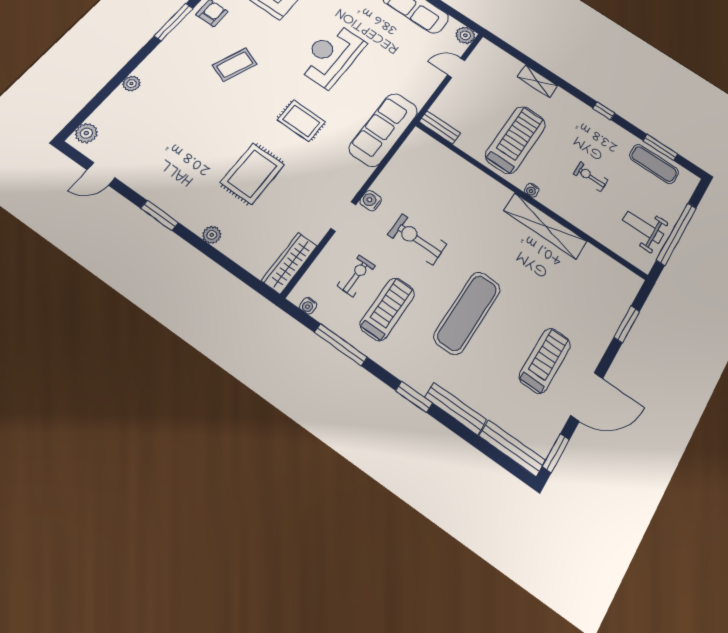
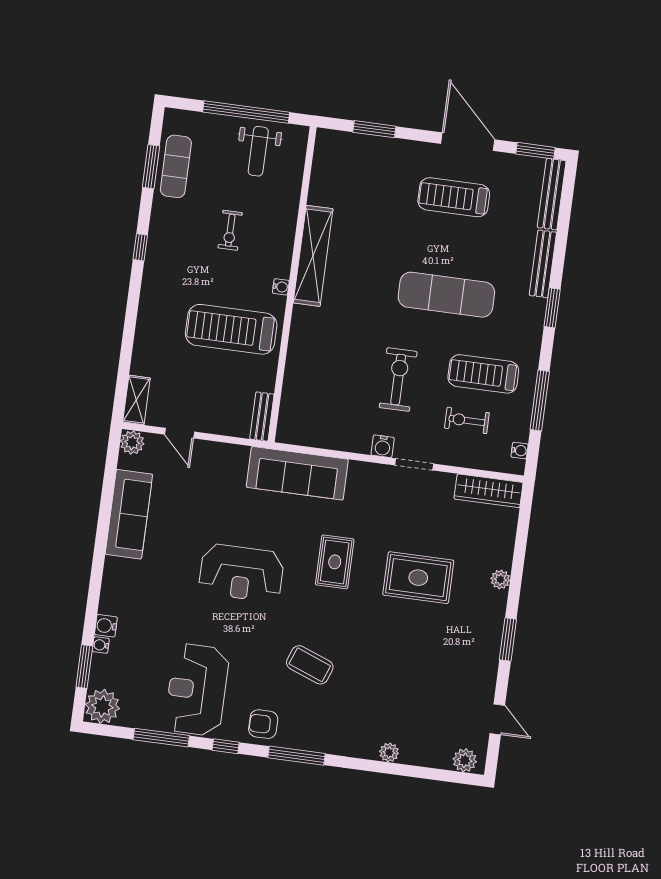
shelving: (538, 81) -> (136, 400), moved
exercise bike: (417, 239) -> (398, 380), turned 180

